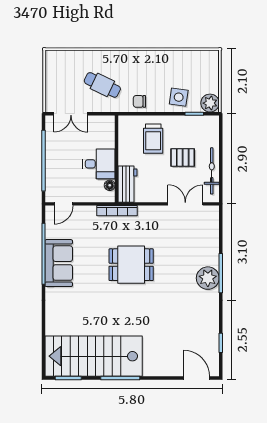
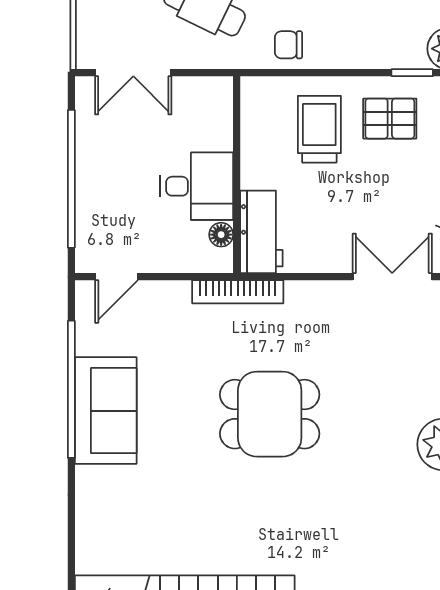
side table: (179, 97) -> (377, 35), removed
trolley: (153, 139) -> (319, 129), turned 180
pallet: (183, 157) -> (390, 119), moved

